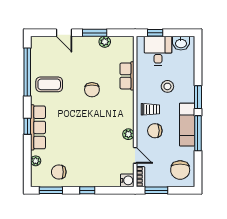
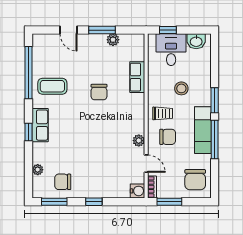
row of seats: (38, 127) -> (40, 125), width x0.68
chair: (155, 131) -> (168, 137), turned 180

